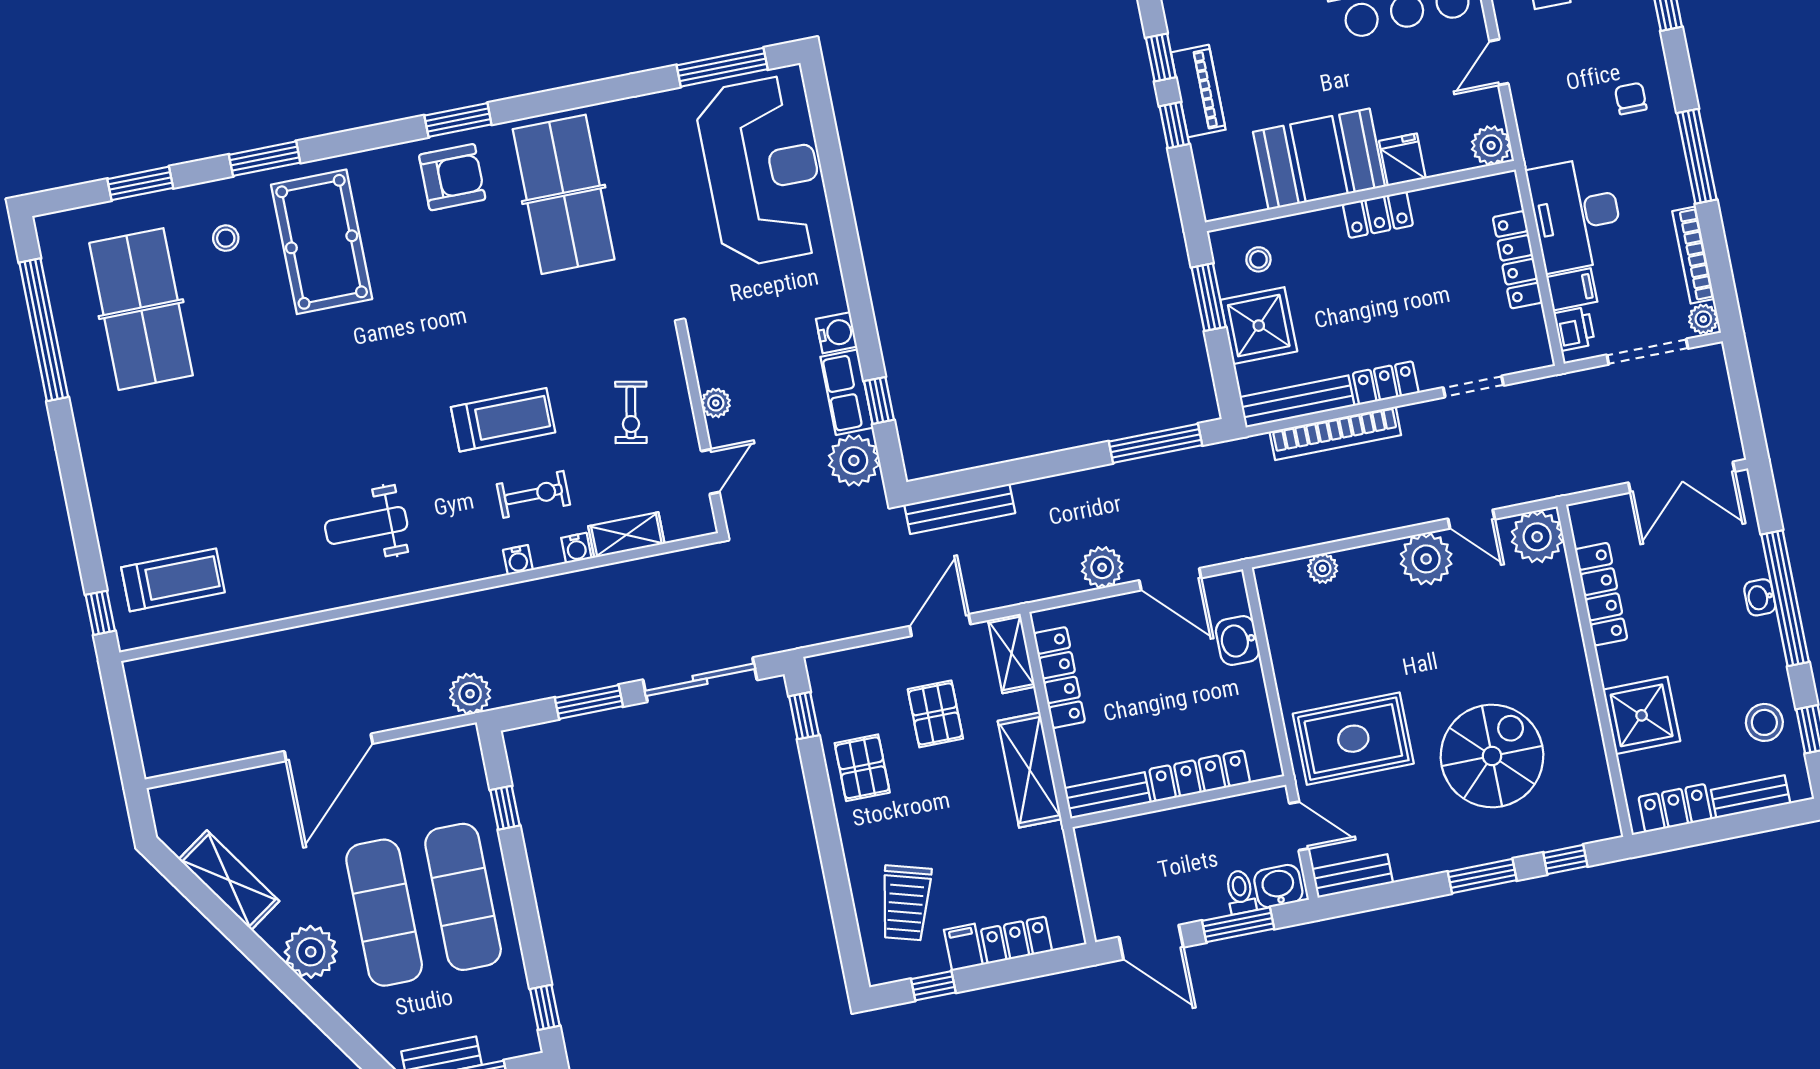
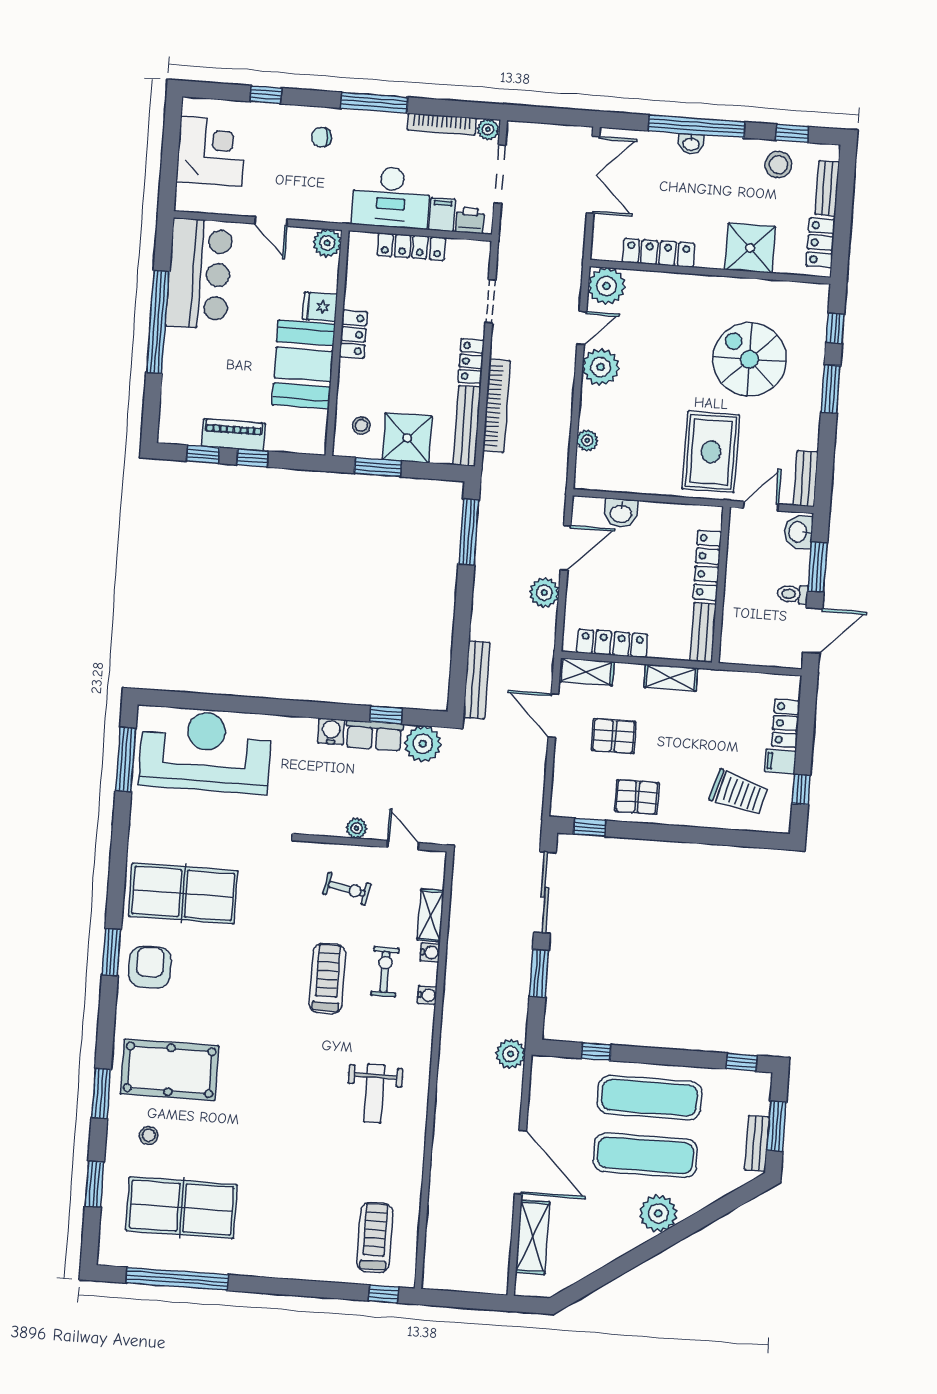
shelving: (1030, 770) -> (671, 678), width x0.67, depth x0.75
shelving: (229, 880) -> (533, 1237), moved, turned -56
toilet: (1240, 892) -> (793, 594), moved

